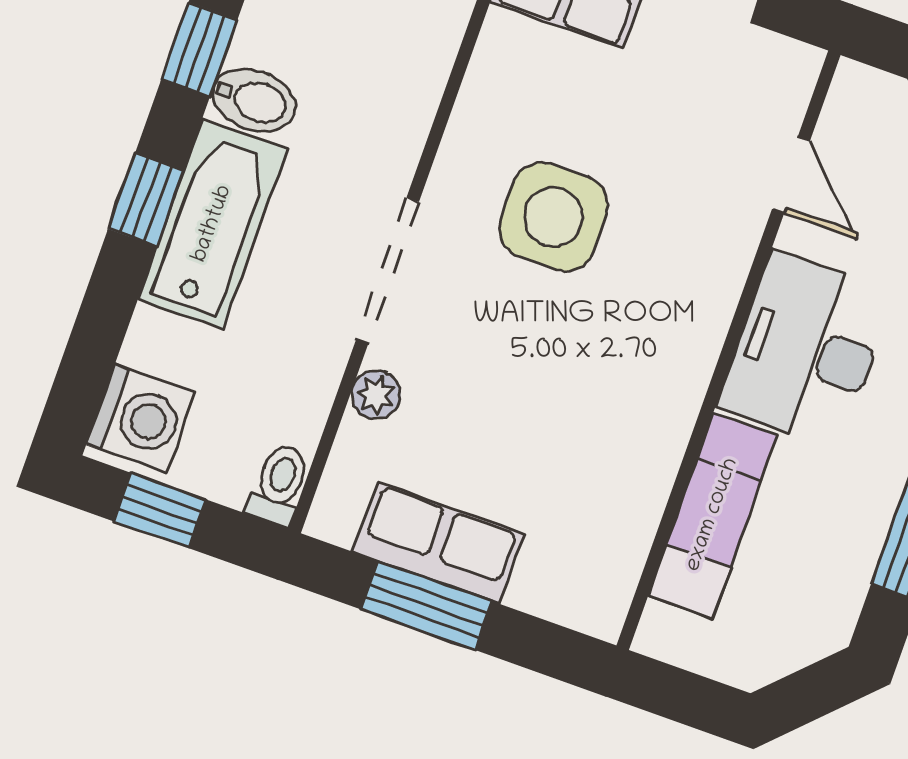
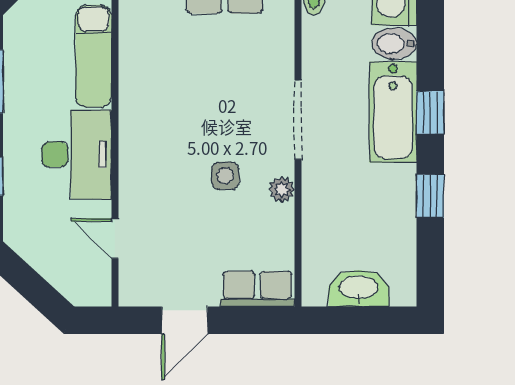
bidet: (254, 100) -> (394, 44), moved
side table: (553, 217) -> (225, 176), width x0.54, depth x0.54
plant: (376, 395) -> (282, 189), moved

